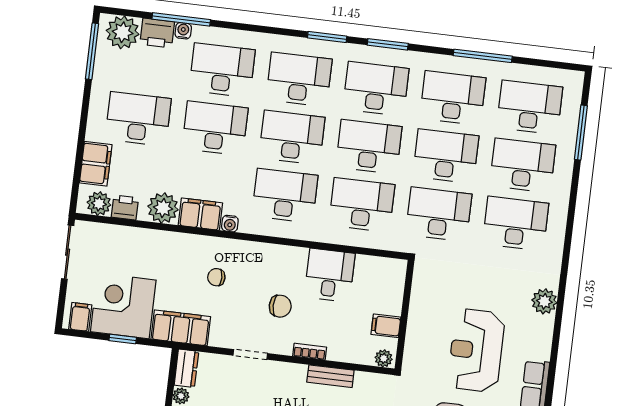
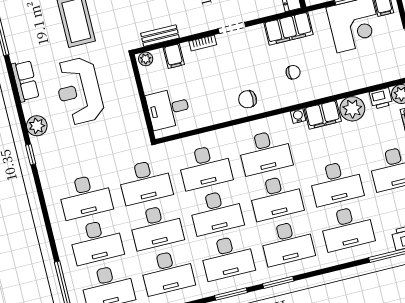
water cooler: (183, 31) -> (387, 246), removed
desk: (330, 275) -> (168, 109), moved, turned 90
window: (561, 297) -> (31, 154), added
plant: (544, 301) -> (37, 126), moved
chair: (280, 306) -> (247, 99), moved
filing cabinet: (386, 326) -> (174, 56), moved, turned 90
filing cabinet: (181, 328) -> (288, 29), moved
reception desk: (476, 350) -> (79, 91), turned 180
doorway: (250, 354) -> (232, 28), moved
bench: (330, 376) -> (160, 36), moved

